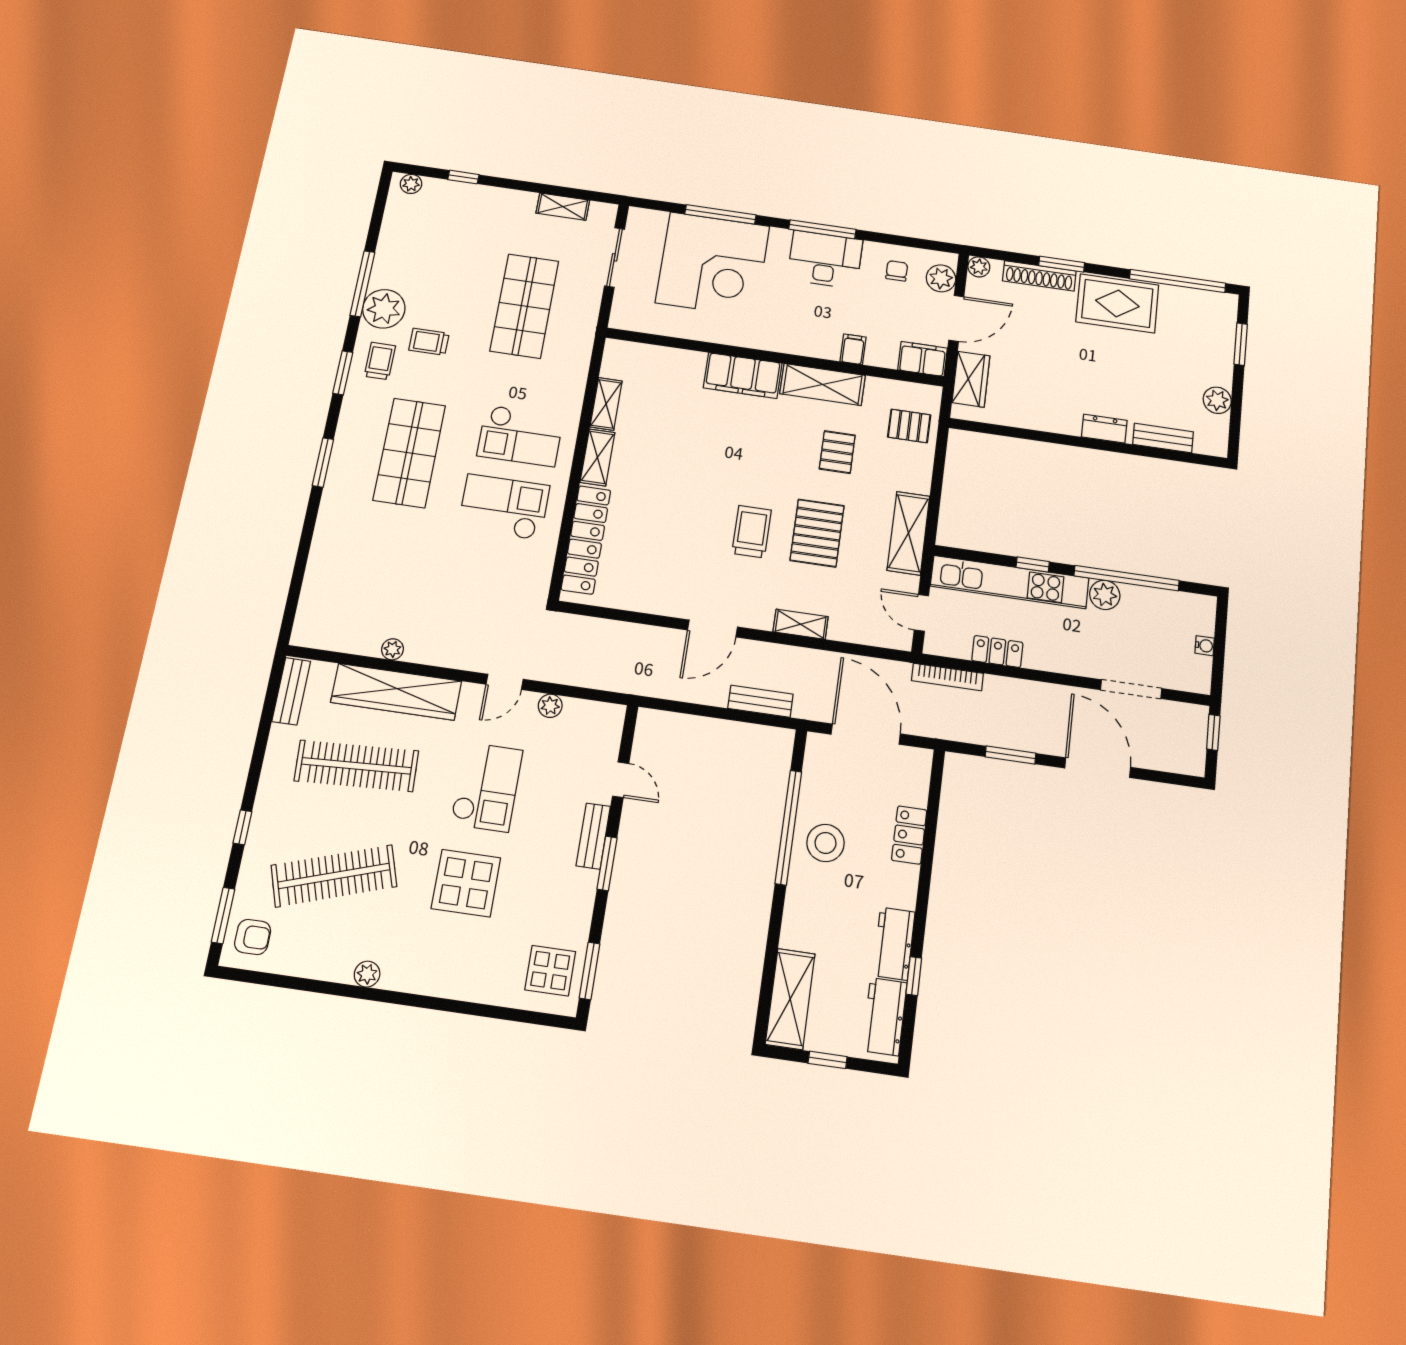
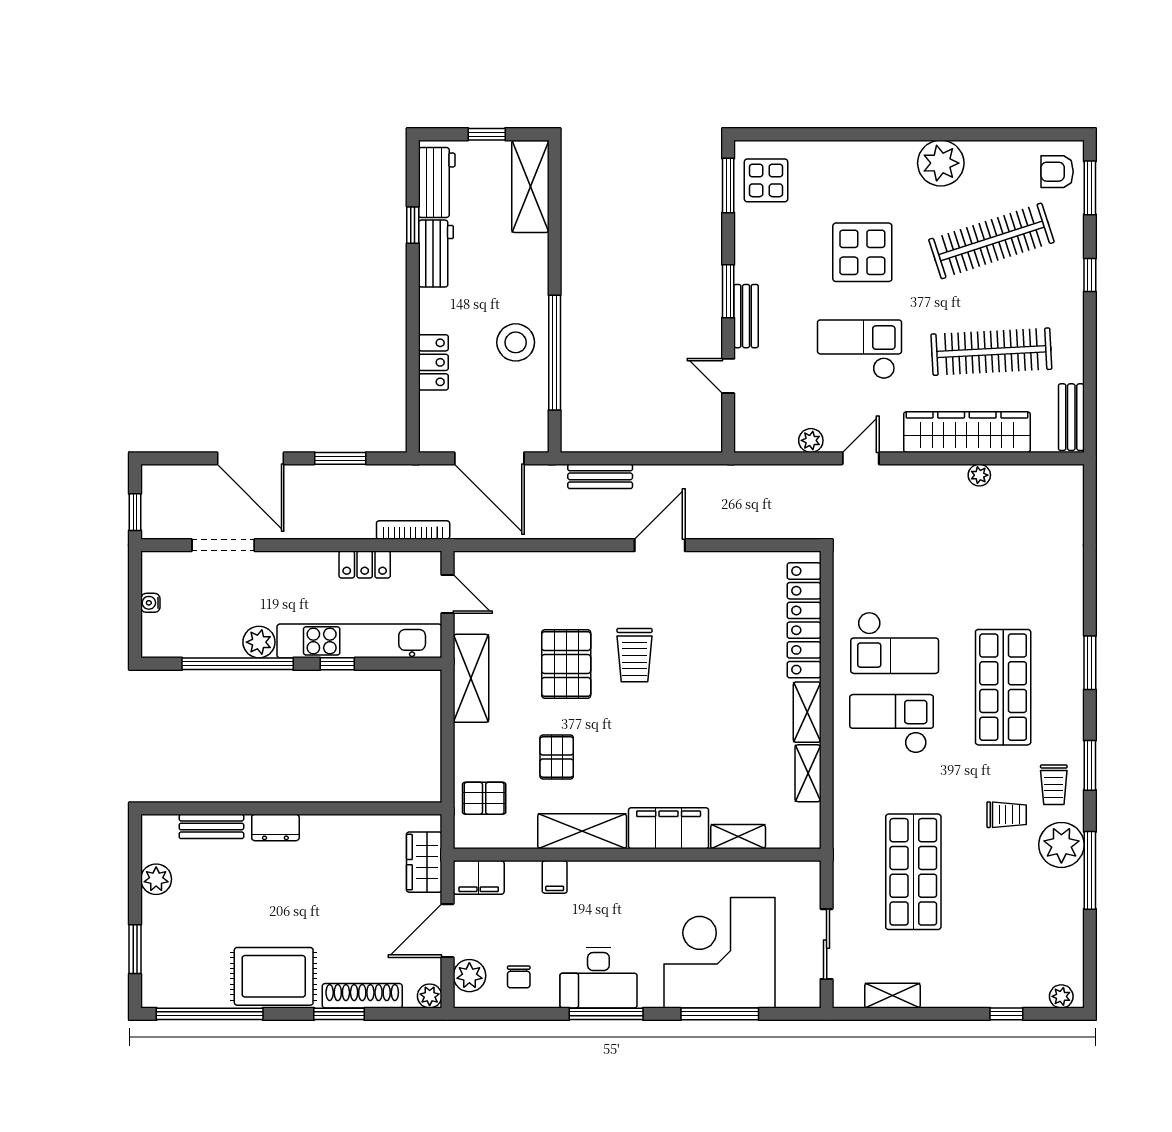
shelving: (801, 624) -> (738, 837), moved
checkout: (487, 787) -> (859, 349), turned 90
plant: (367, 974) -> (941, 163), width x1.87, depth x1.87

